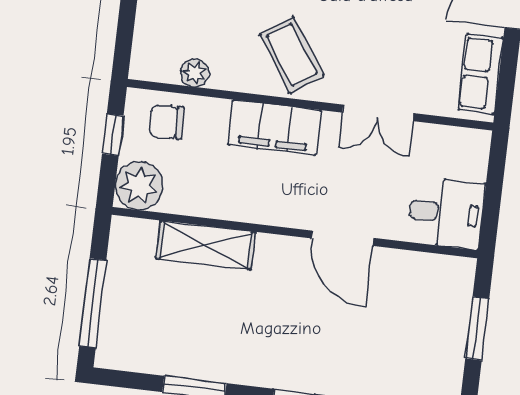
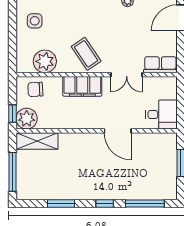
plant: (195, 73) -> (45, 61), width x1.88, depth x1.88
row of seats: (481, 74) -> (160, 65), moved, turned 90
window: (113, 135) -> (12, 114), moved
shelving: (206, 245) -> (37, 141), moved

